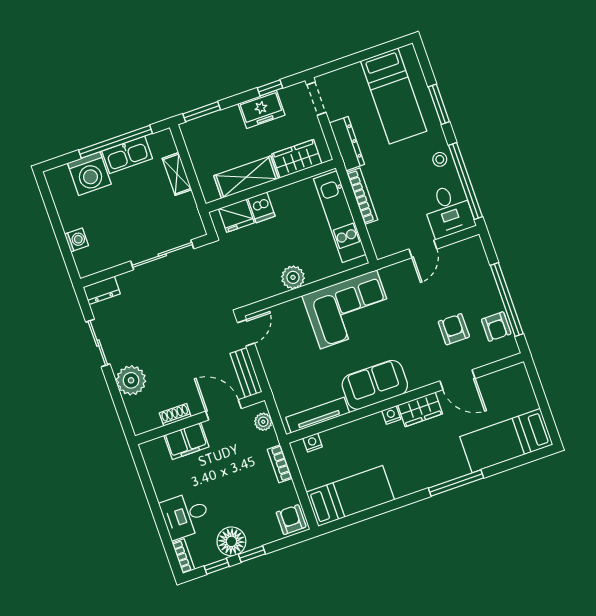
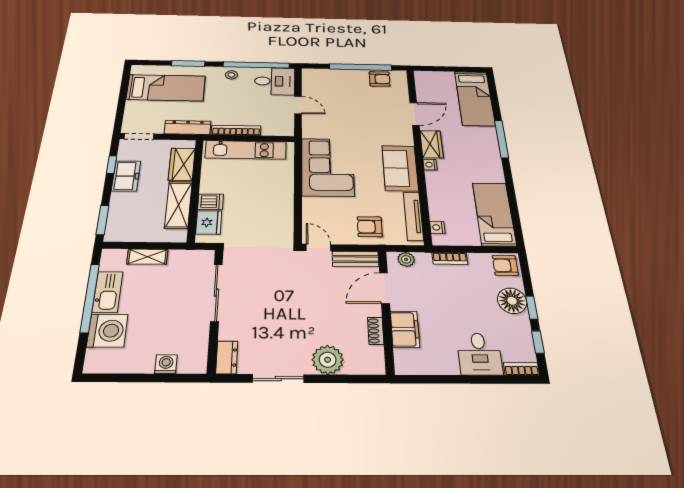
plant: (293, 277) -> (283, 197), removed
armchair: (454, 329) -> (370, 227), moved
floor lamp: (231, 541) -> (512, 301), moved

